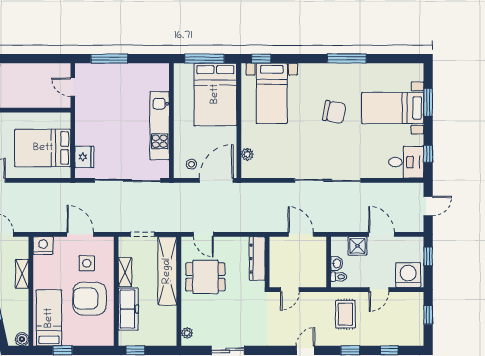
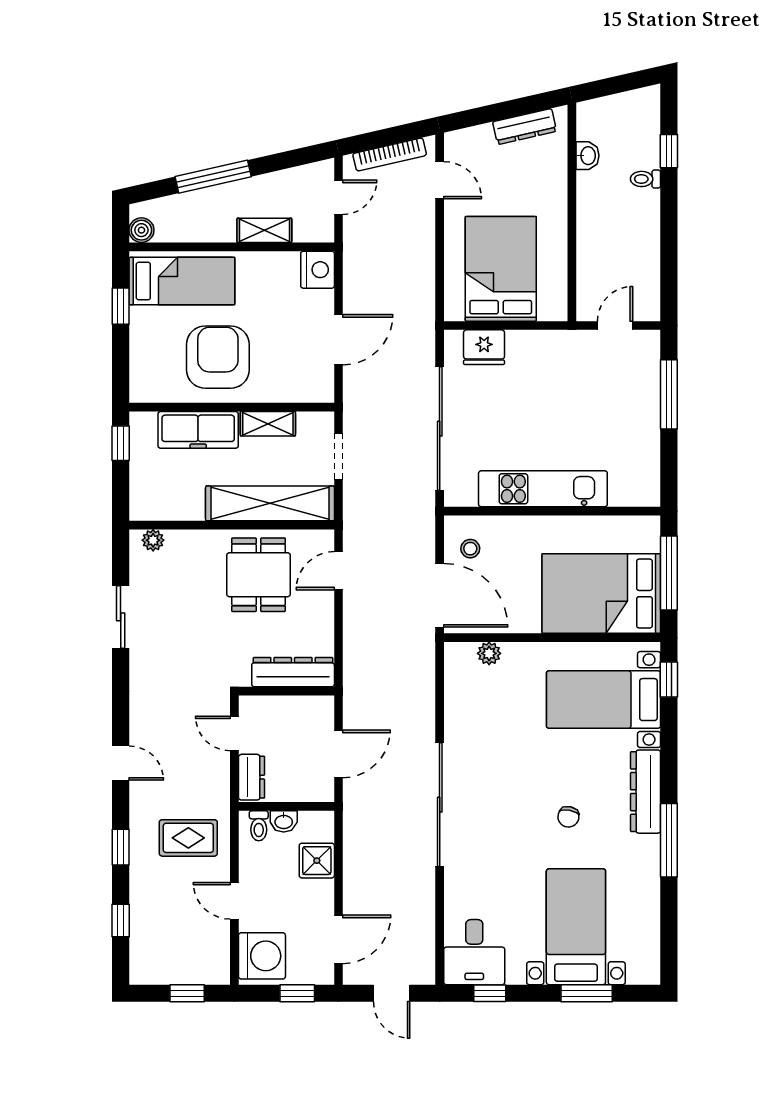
dresser: (321, 71) -> (646, 792), added
chair: (334, 112) -> (568, 817), width x0.54, depth x0.54
door: (382, 234) -> (338, 939), moved
side table: (87, 263) -> (284, 352), removed
dresser: (313, 281) -> (252, 777), added

